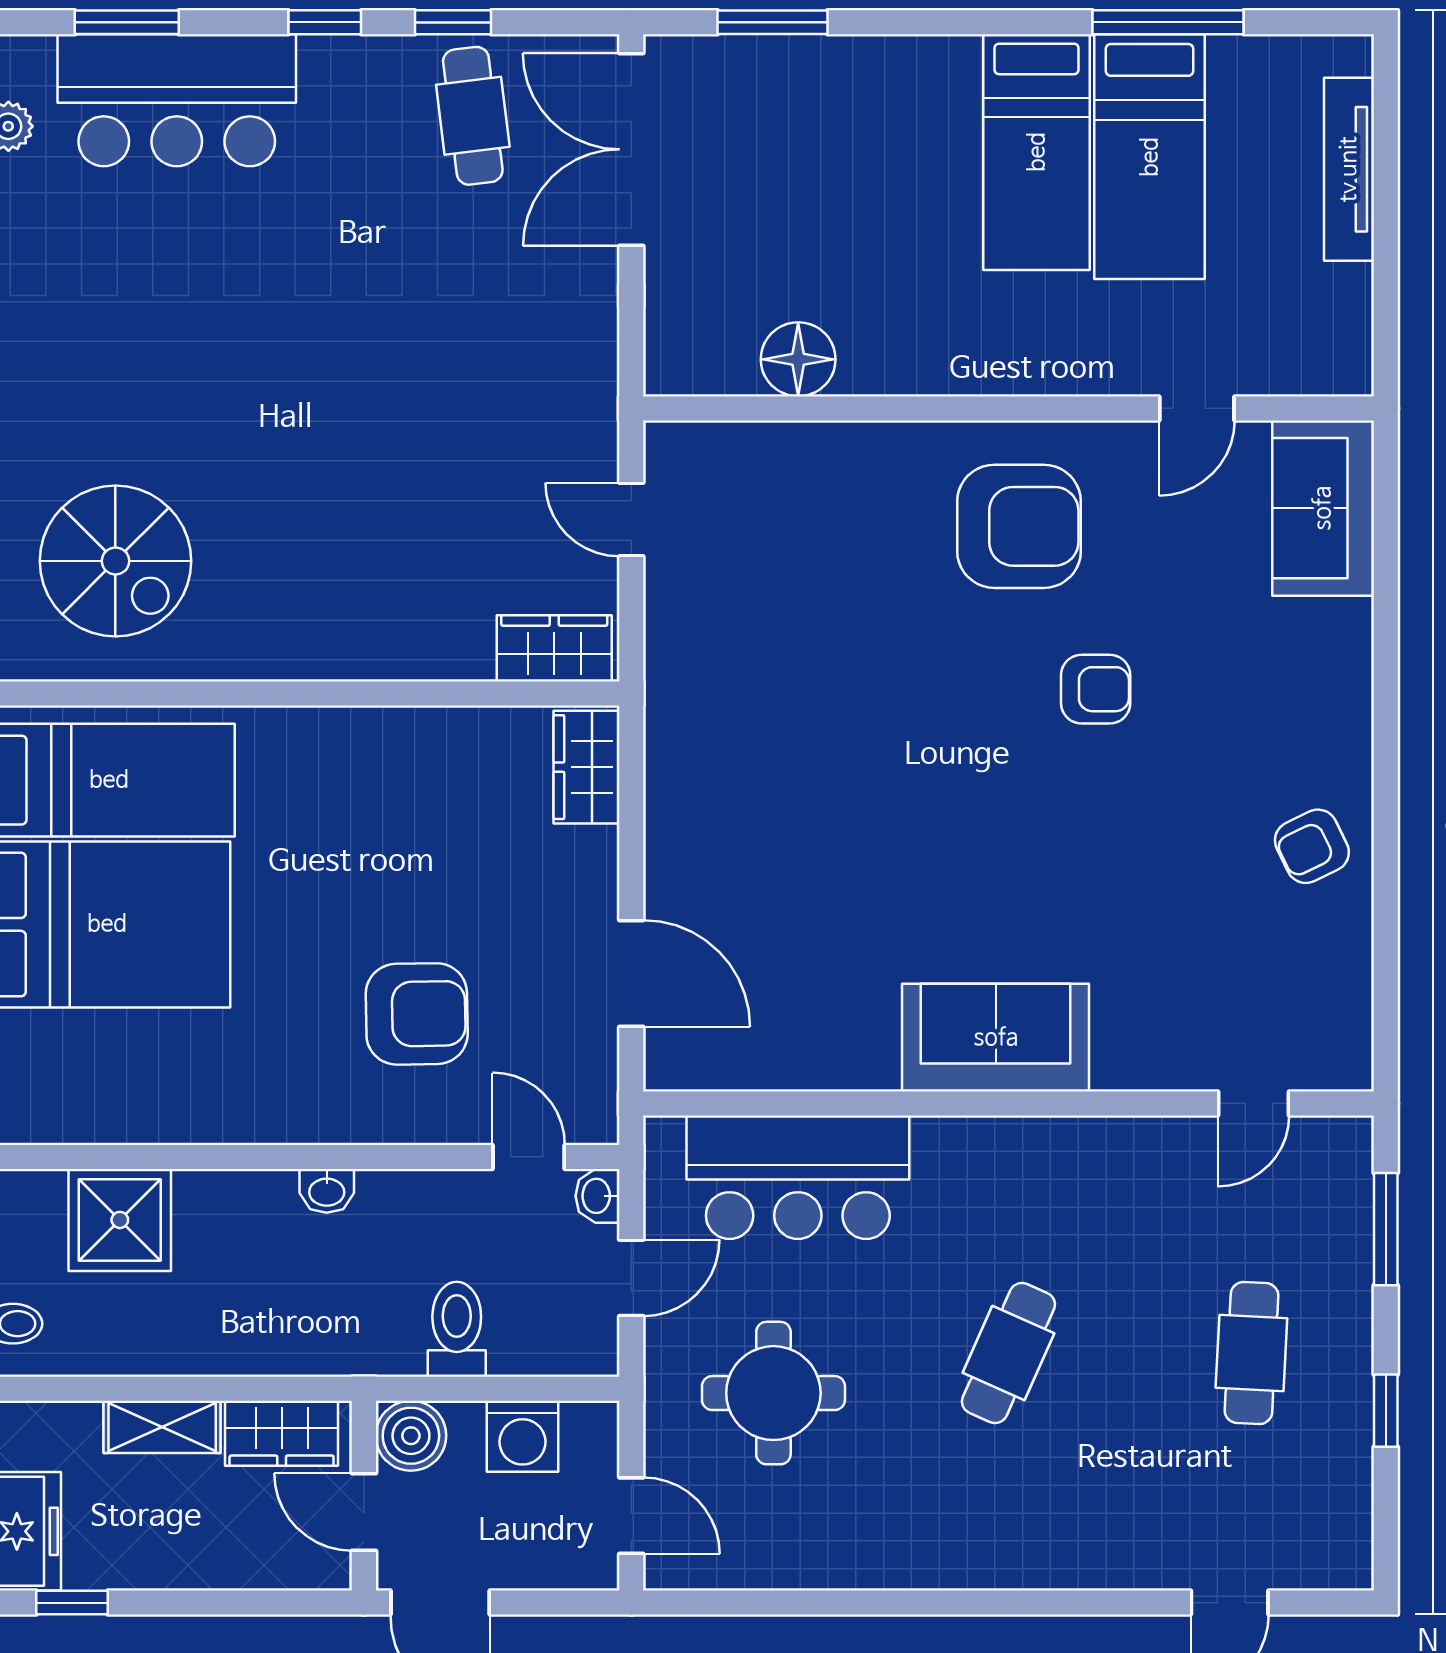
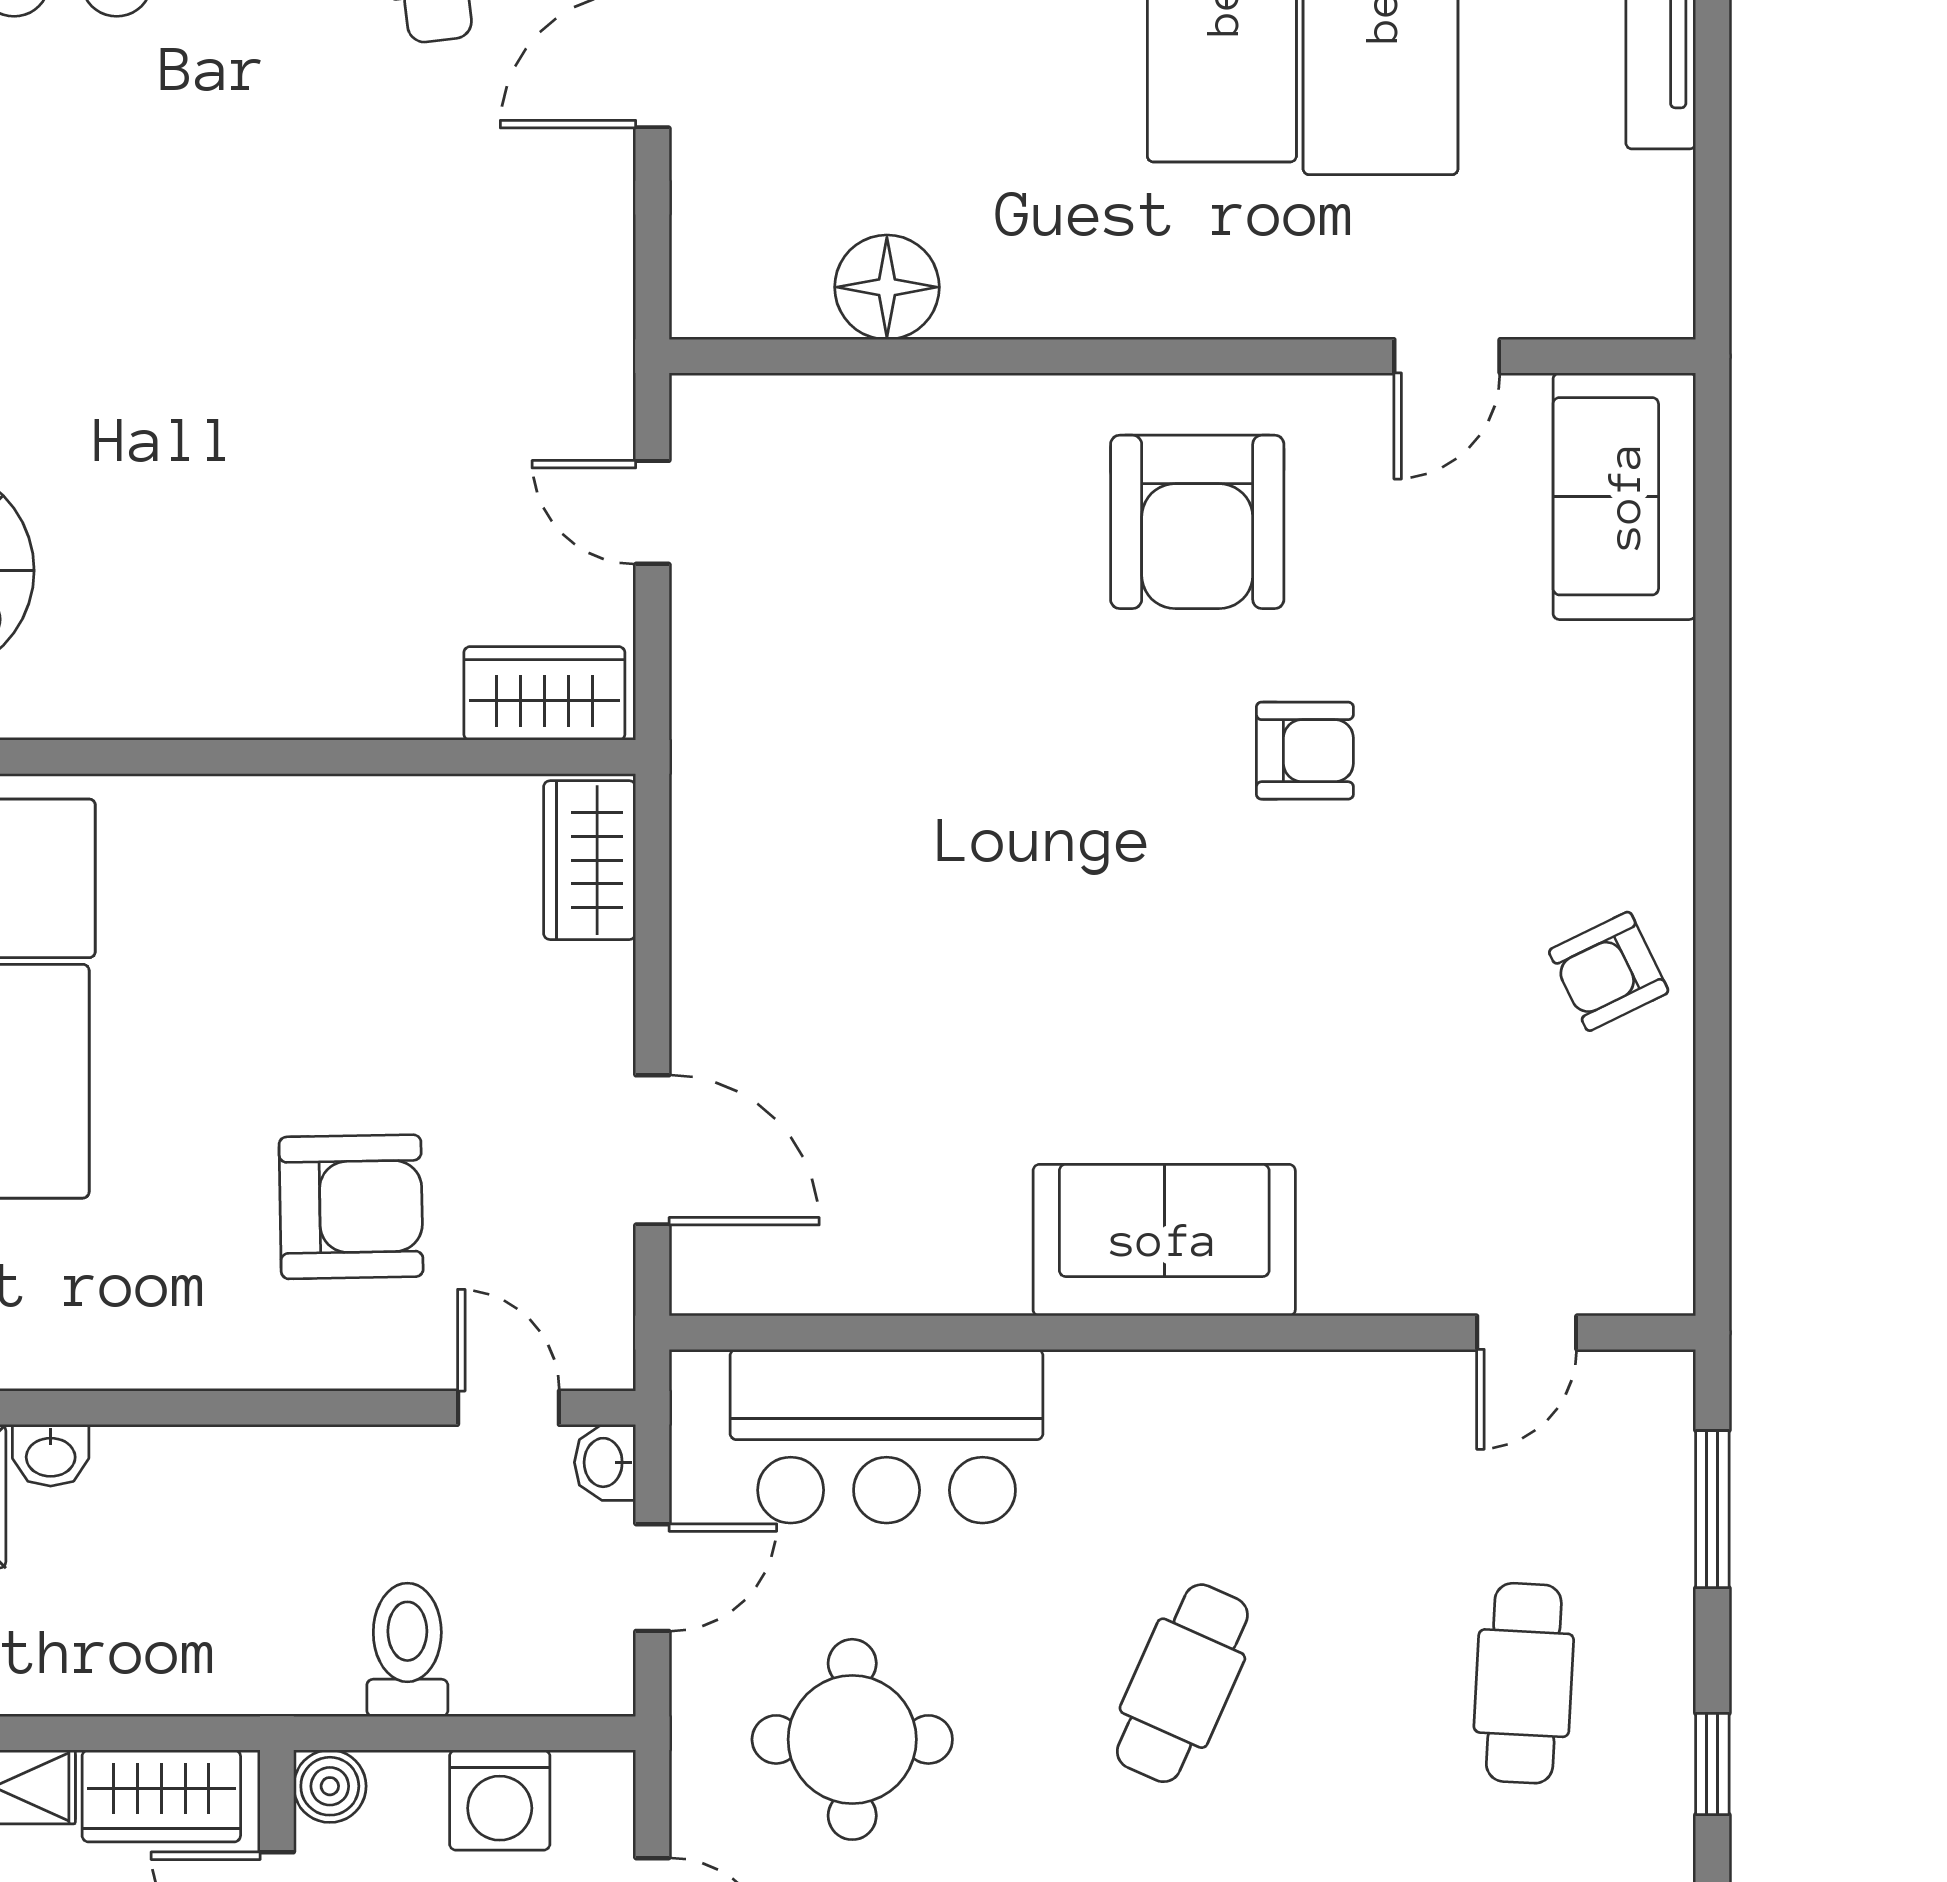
armchair: (1019, 526) -> (1197, 522), turned 90
washbasin: (327, 1191) -> (51, 1455), moved
boiler: (411, 1436) -> (330, 1786), width x0.73, depth x0.73

